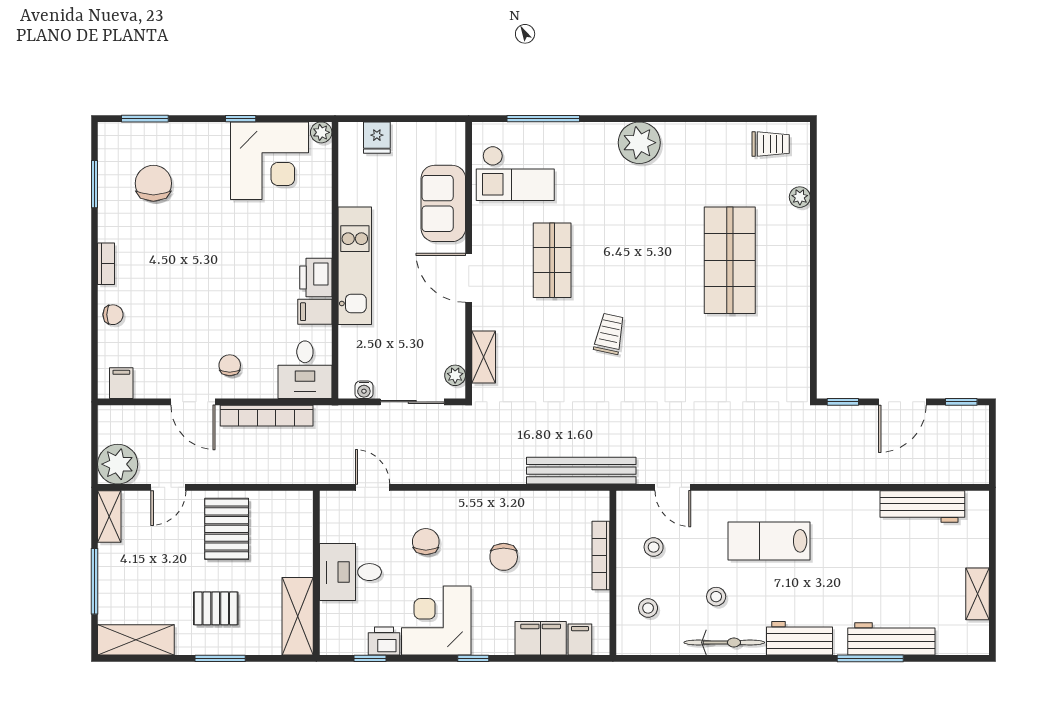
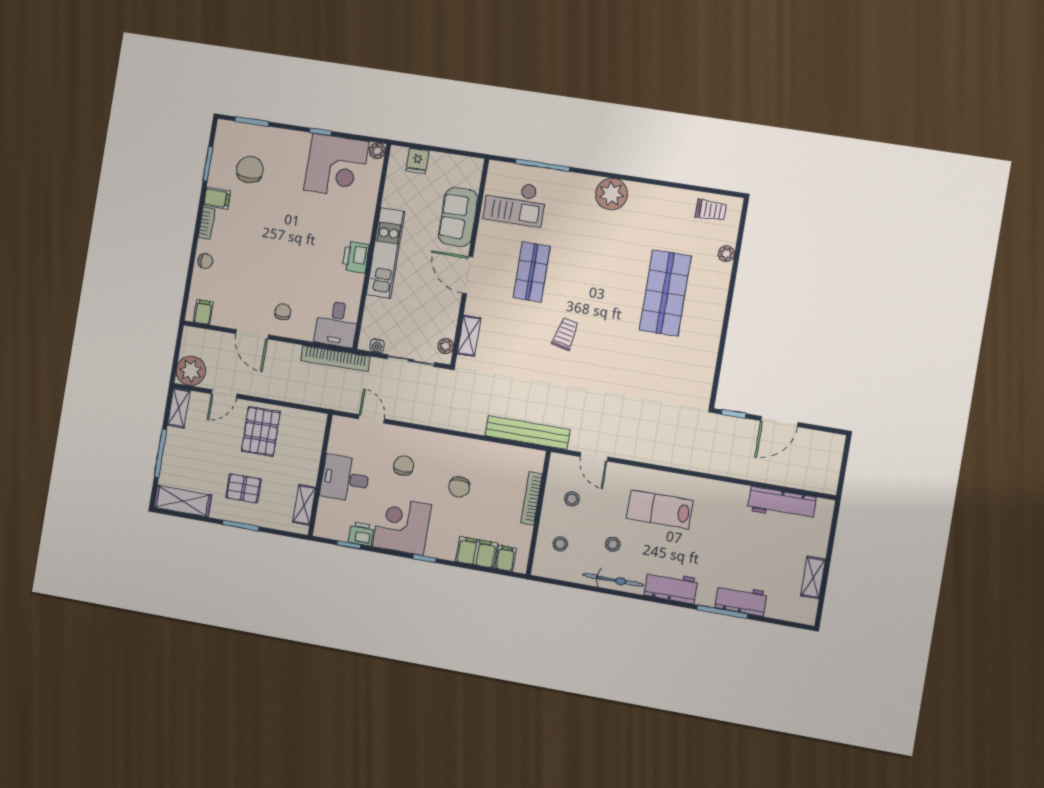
filing cabinet: (315, 312) -> (217, 198), moved, turned 180
window: (961, 402) -> (825, 429), removed
bookcase: (267, 416) -> (335, 358), moved
shelving: (298, 616) -> (304, 505), width x0.67, depth x0.75
workbench: (891, 639) -> (741, 600), width x0.73

